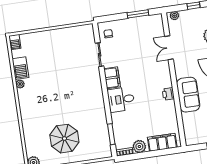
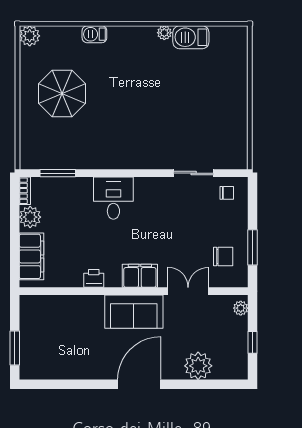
chair: (146, 30) -> (223, 256), added
barbecue: (15, 42) -> (94, 34), moved
filing cabinet: (112, 78) -> (140, 276), moved, turned 180
printer: (168, 94) -> (94, 278), moved
sofa: (188, 95) -> (134, 312), moved

